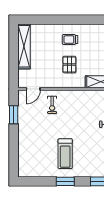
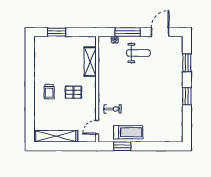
door: (33, 89) -> (97, 127), swing flipped
treadmill: (65, 154) -> (128, 132), moved

